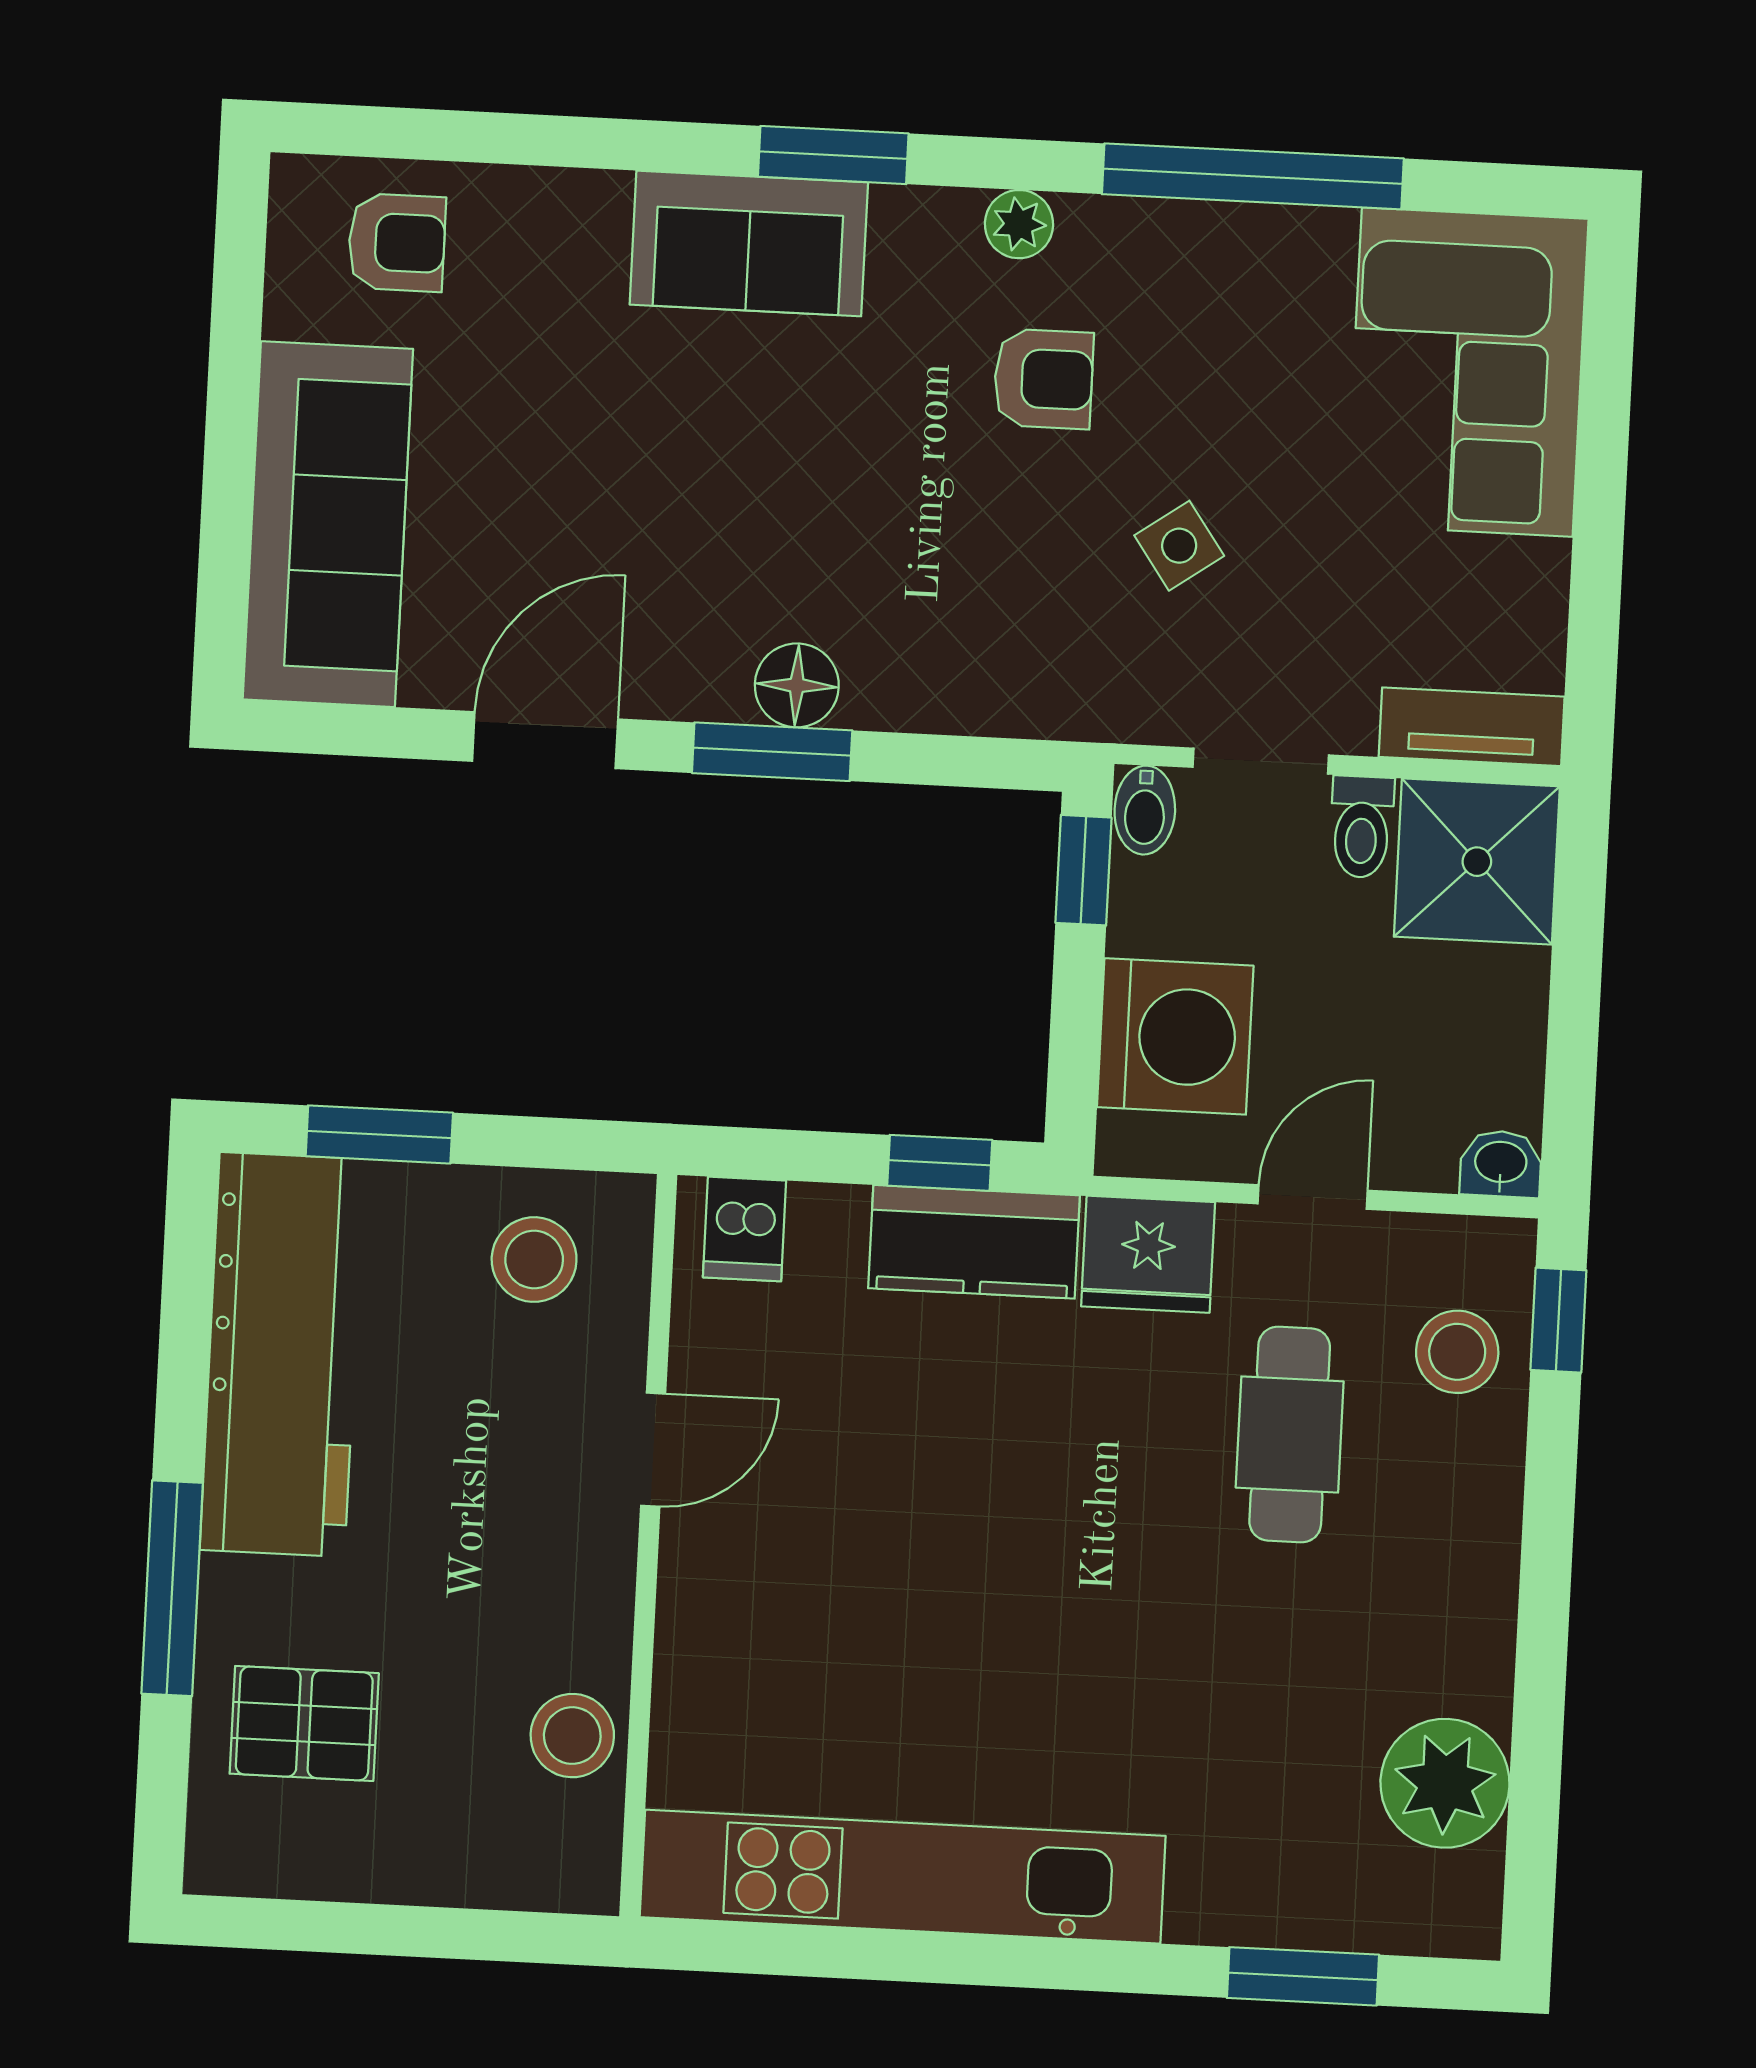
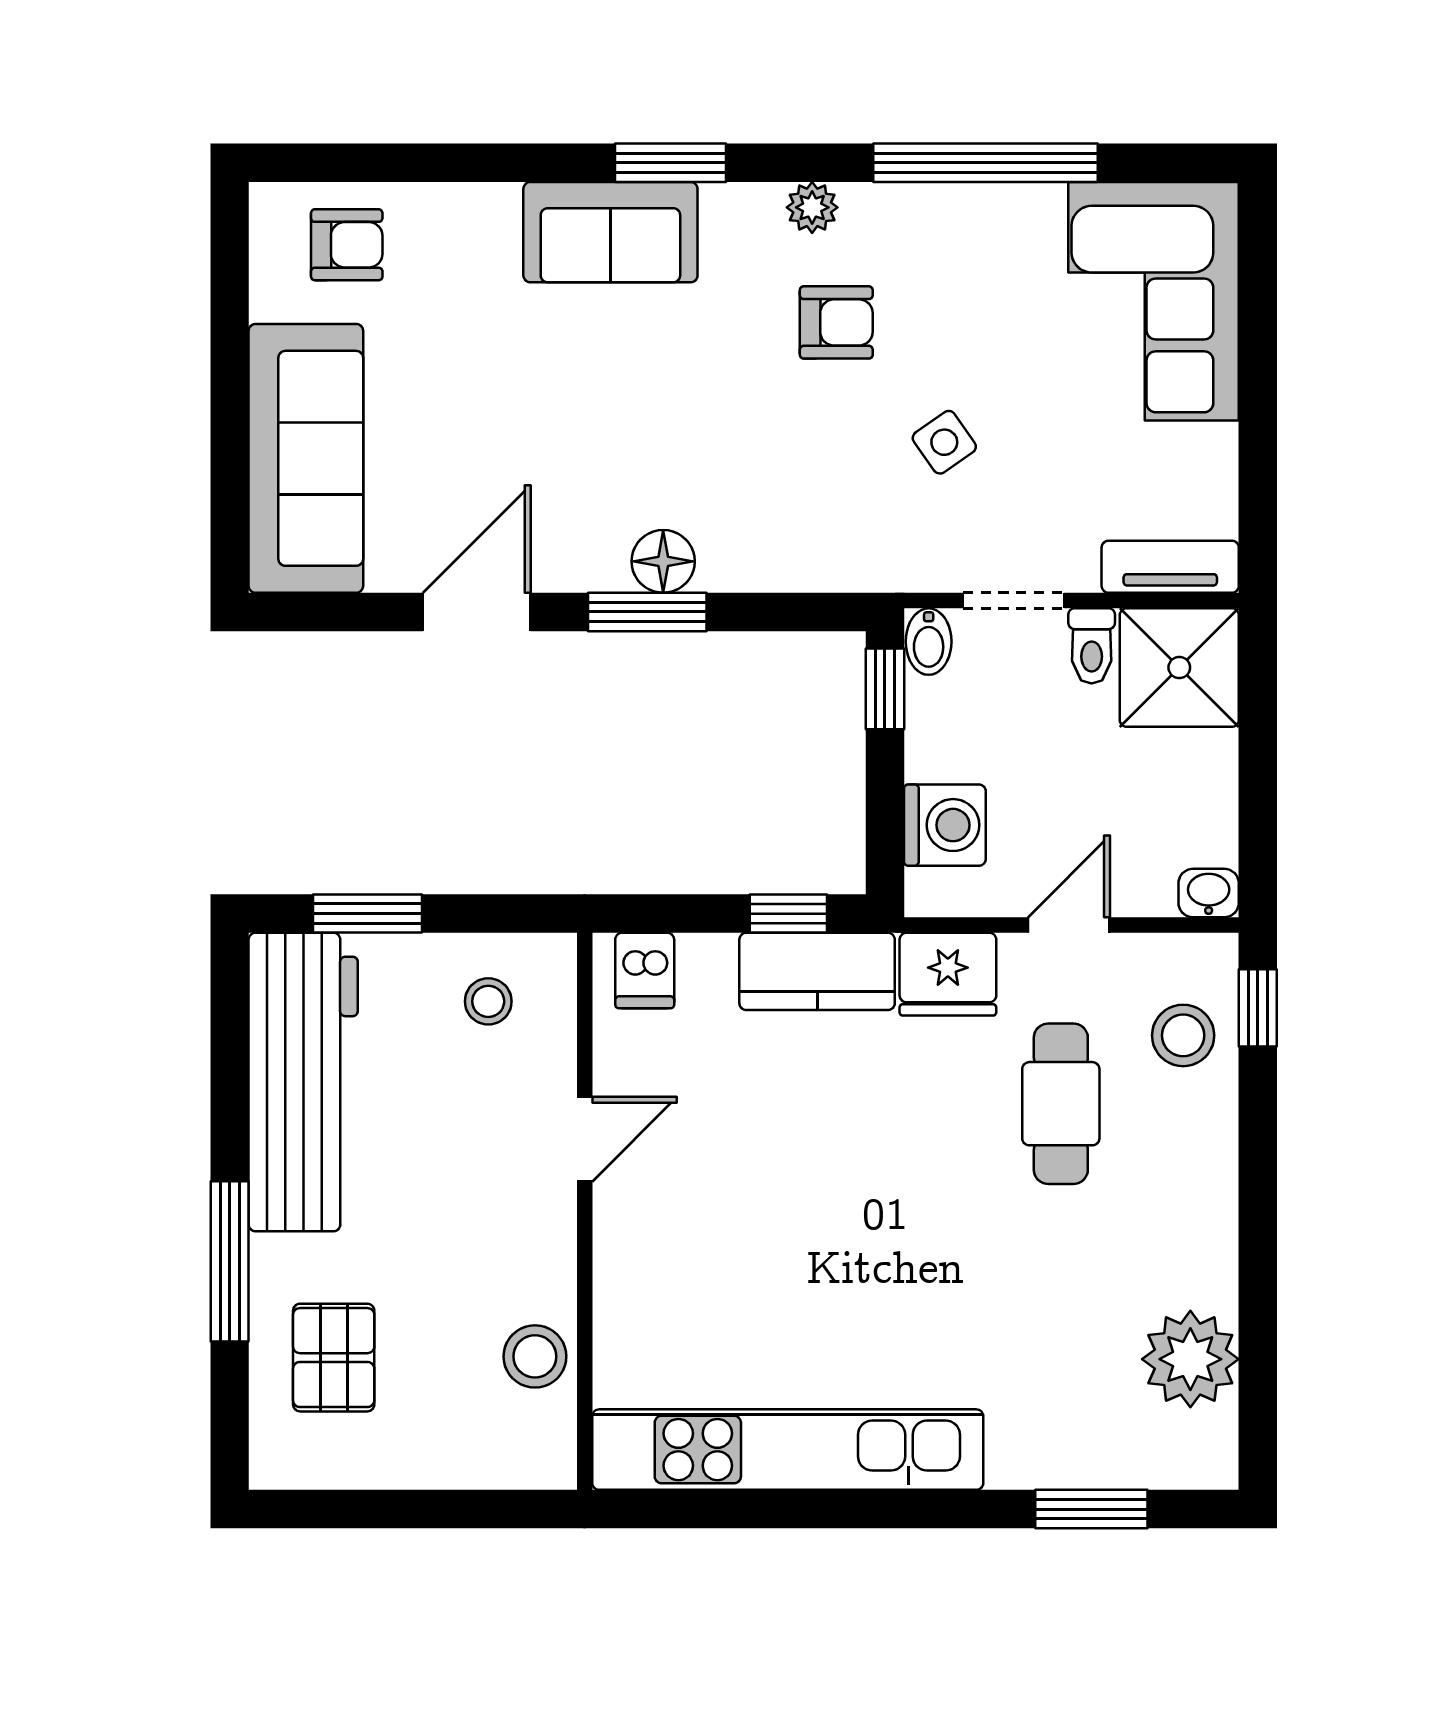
washing machine: (1175, 1036) -> (945, 825), width x0.73, depth x0.73
stool: (534, 1260) -> (488, 1001), width x0.73, depth x0.73
pallet: (304, 1723) -> (334, 1358), turned 90

